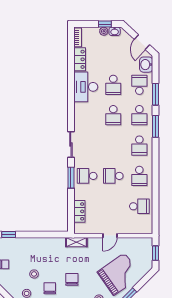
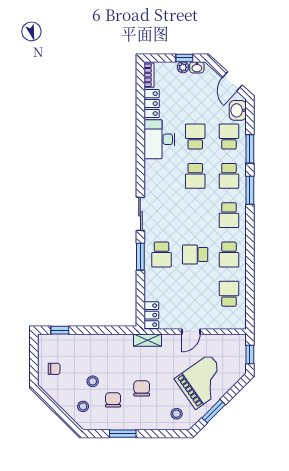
school desk: (113, 85) -> (195, 137), turned 180
school desk: (87, 176) -> (161, 254), turned -90
school desk: (139, 206) -> (229, 294), turned -90
locker: (79, 211) -> (151, 315), moved

